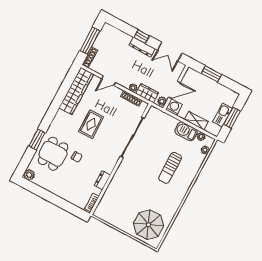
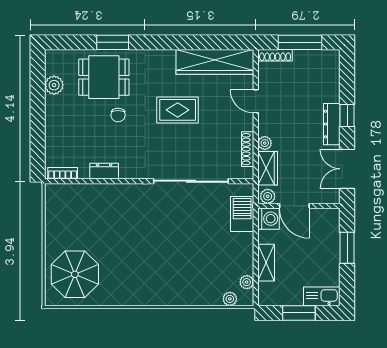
kitchen sink: (222, 115) -> (322, 296), moved
barbecue: (186, 131) -> (242, 214), moved
sun lounger: (170, 168) -> (176, 261), removed
plant: (29, 175) -> (54, 85), moved

